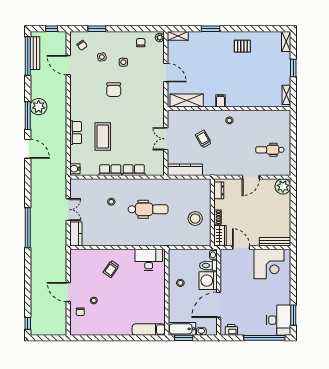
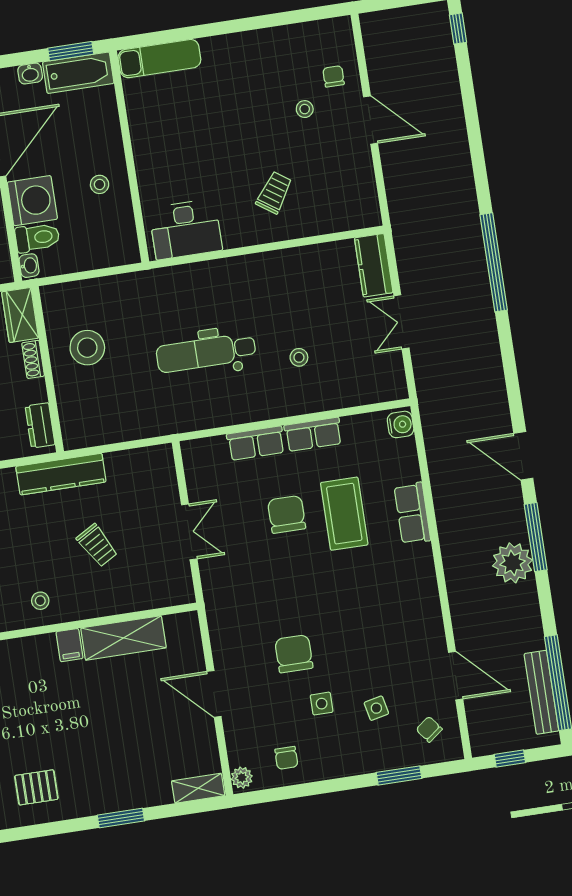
chair: (114, 90) -> (294, 654), moved
shelving: (187, 100) -> (123, 638), moved
chair: (126, 140) -> (287, 514), added
kitchen counter: (185, 170) -> (61, 474), moved

